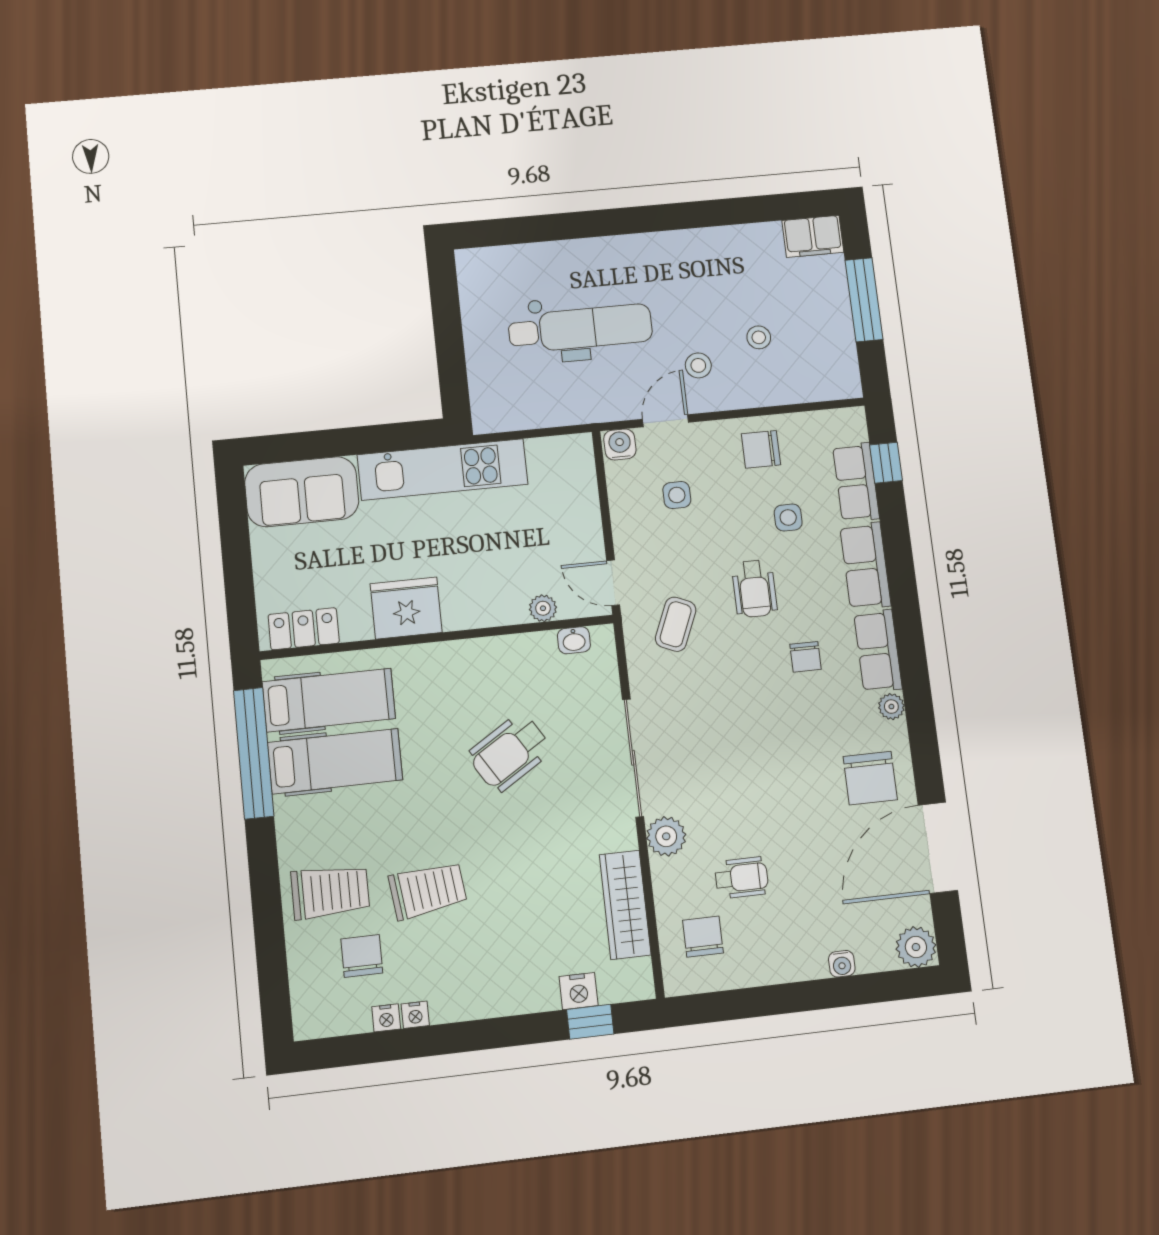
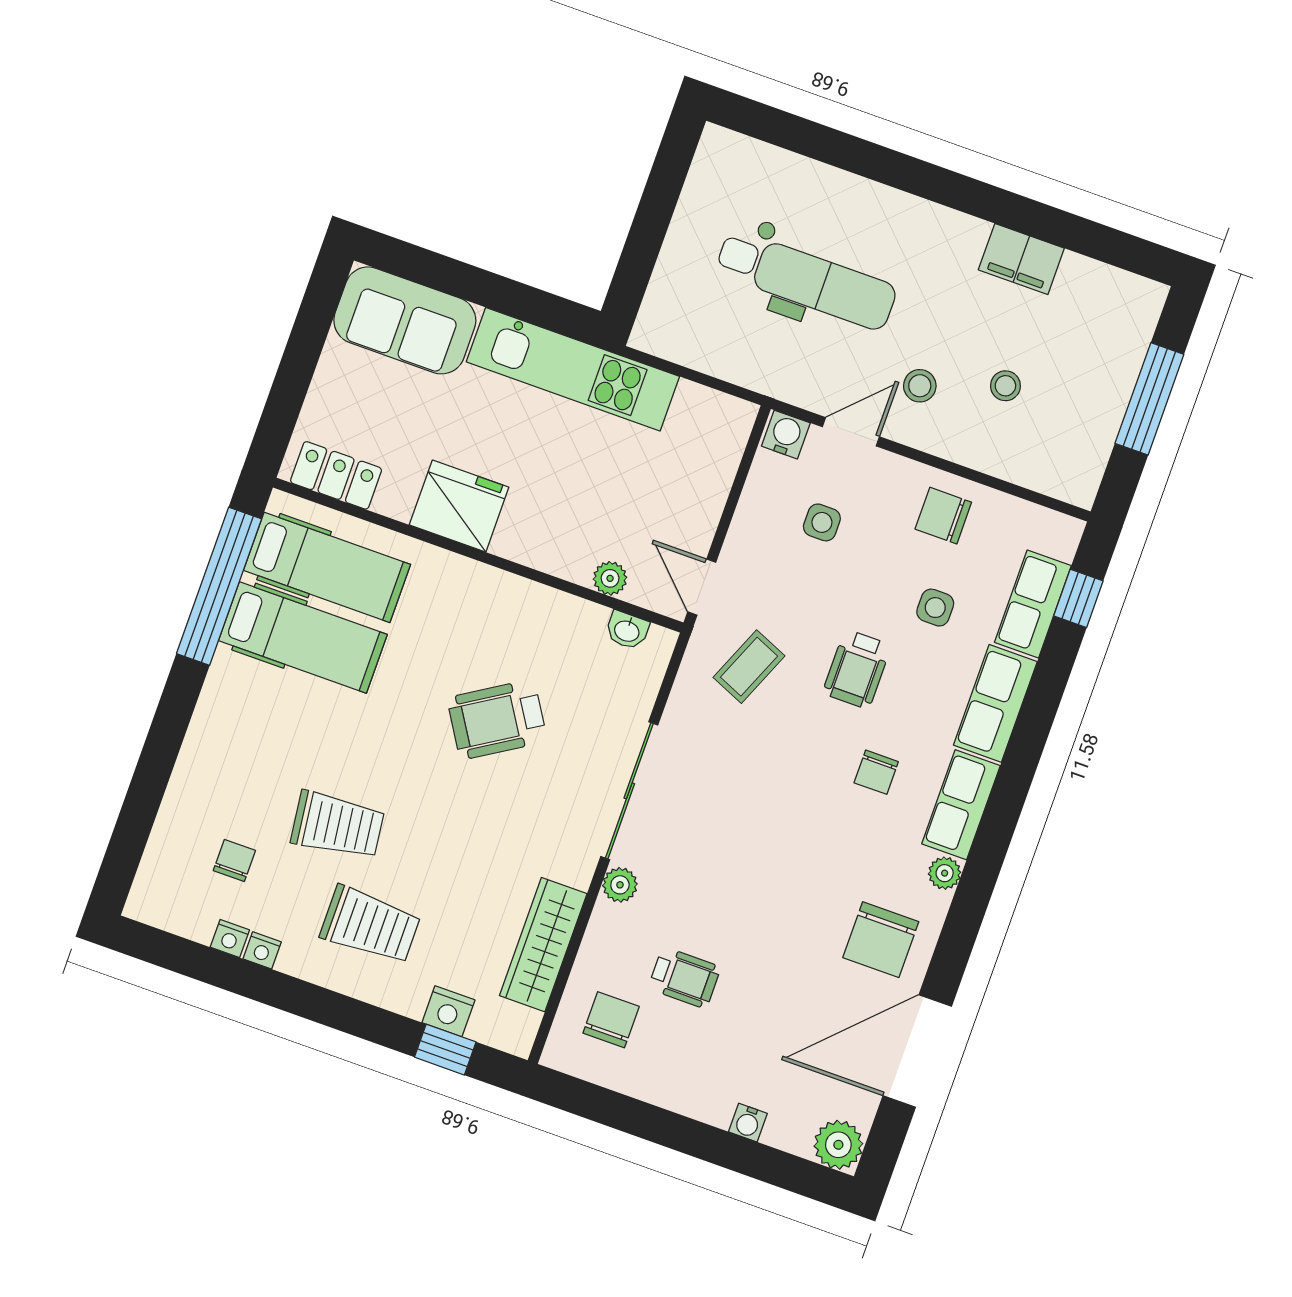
filing cabinet: (813, 236) -> (1021, 259), moved
plant: (666, 836) -> (620, 885), width x0.73, depth x0.73
trolley: (330, 892) -> (370, 925), moved
chair: (362, 956) -> (234, 861), width x0.73, depth x0.73

